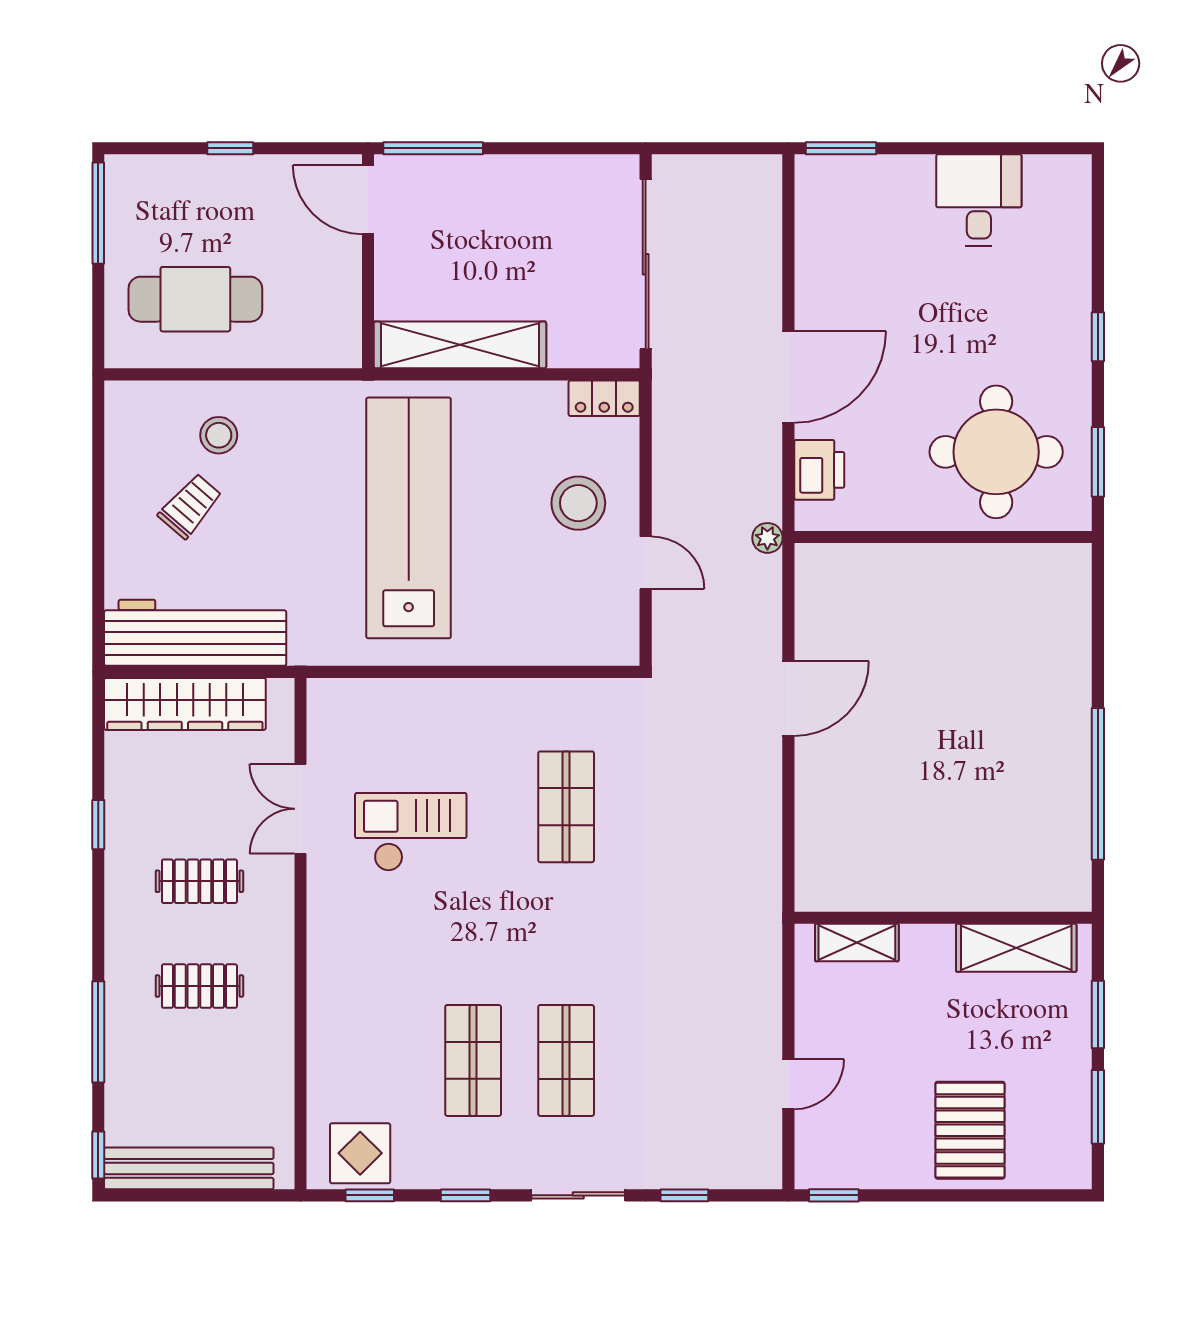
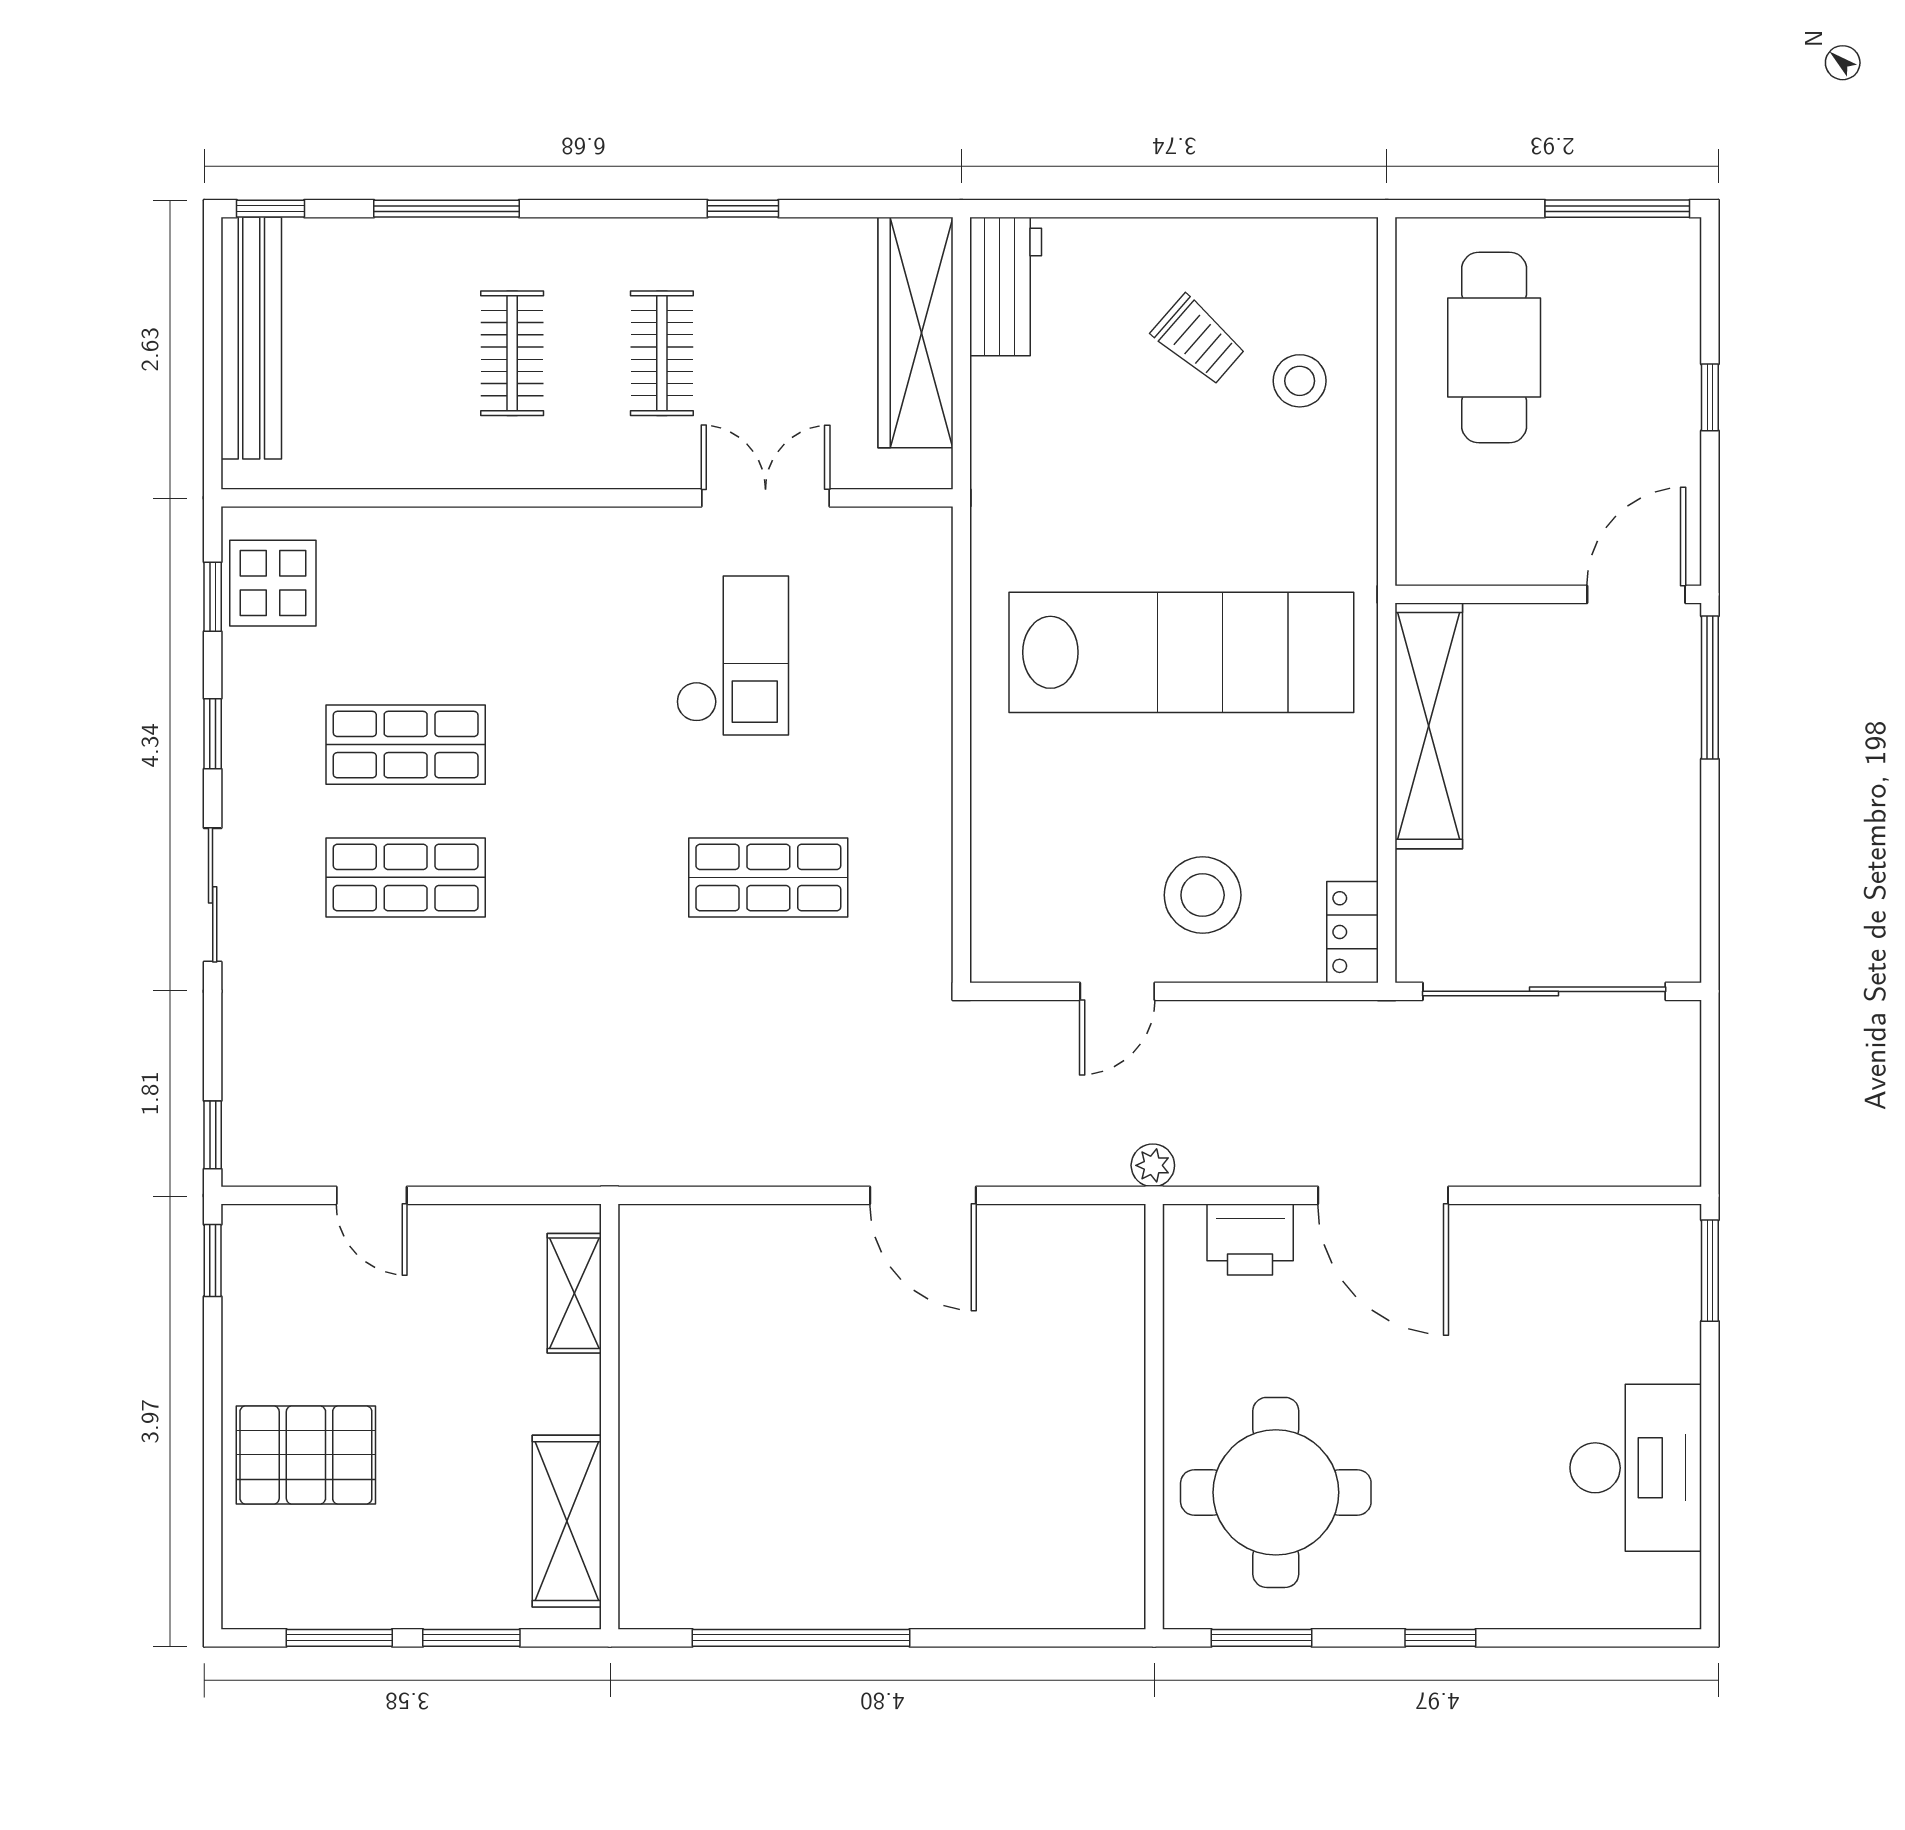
desk: (979, 200) -> (1636, 1468), width x1.37
workbench: (195, 633) -> (1006, 286), width x0.53, depth x0.76
window: (684, 1195) -> (213, 1135), moved

